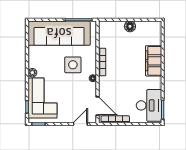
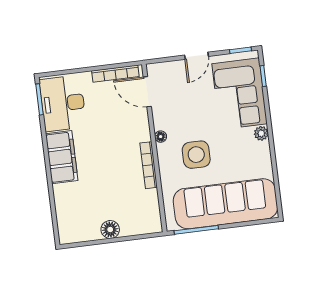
filing cabinet: (154, 61) -> (62, 157), moved
door: (80, 124) -> (196, 56), moved

